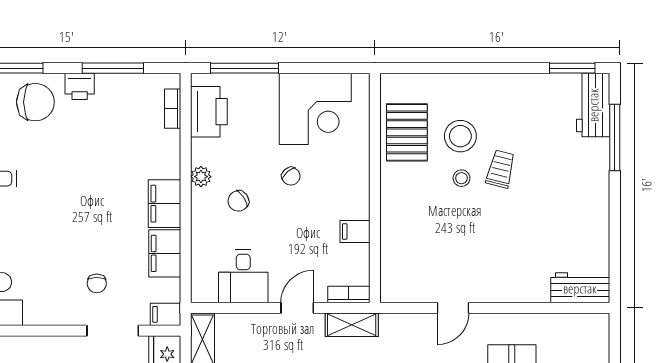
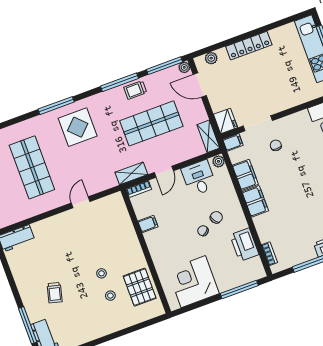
printer: (209, 112) -> (244, 245), moved
stool: (460, 136) -> (110, 296), width x0.53, depth x0.53
trolley: (501, 169) -> (55, 293), moved
chair: (291, 176) -> (203, 231), moved
plant: (201, 177) -> (218, 161), moved

